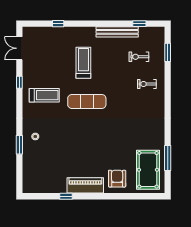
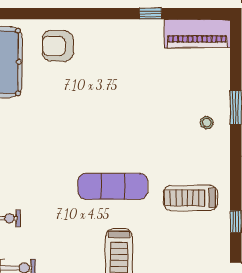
armchair: (117, 179) -> (58, 46), turned 90
piano: (85, 185) -> (197, 34), moved

